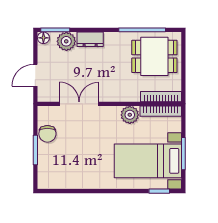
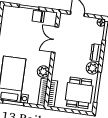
plant: (66, 41) -> (92, 68), moved
double door: (79, 104) -> (55, 40), swing flipped

